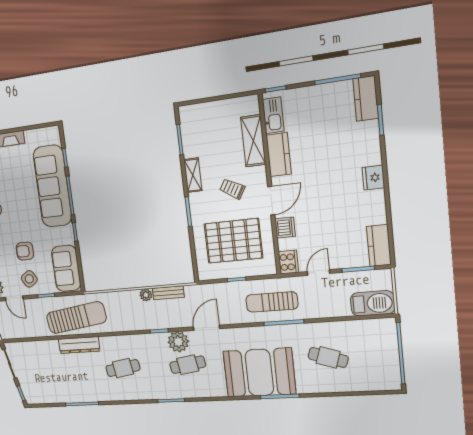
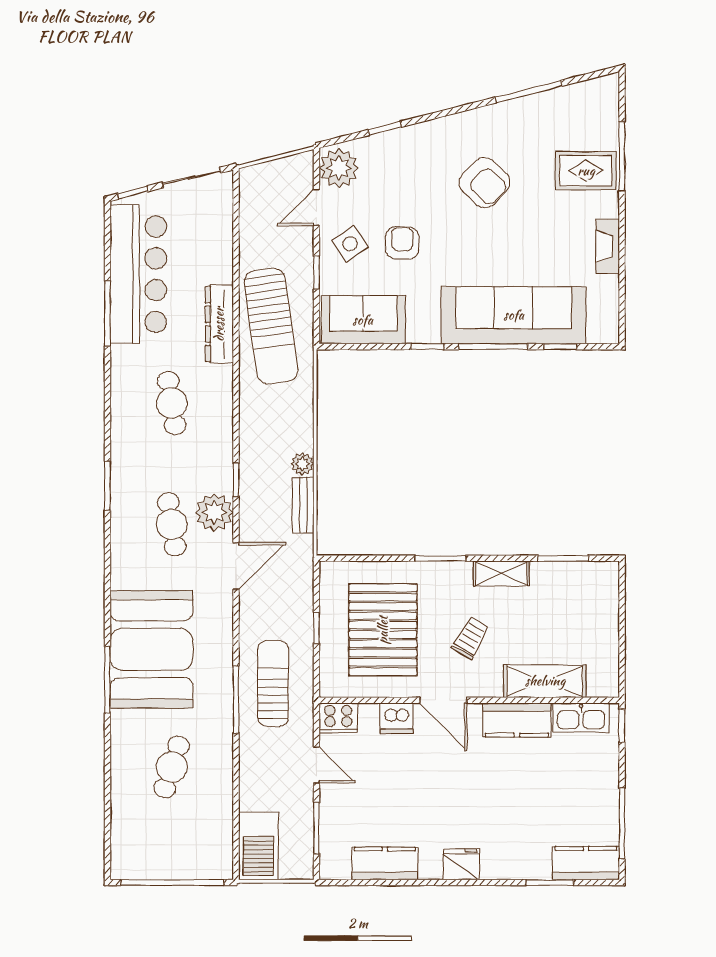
kitchen counter: (379, 246) -> (385, 863), moved
door: (206, 328) -> (236, 566), hinge flipped
bar counter: (60, 389) -> (138, 274), added

